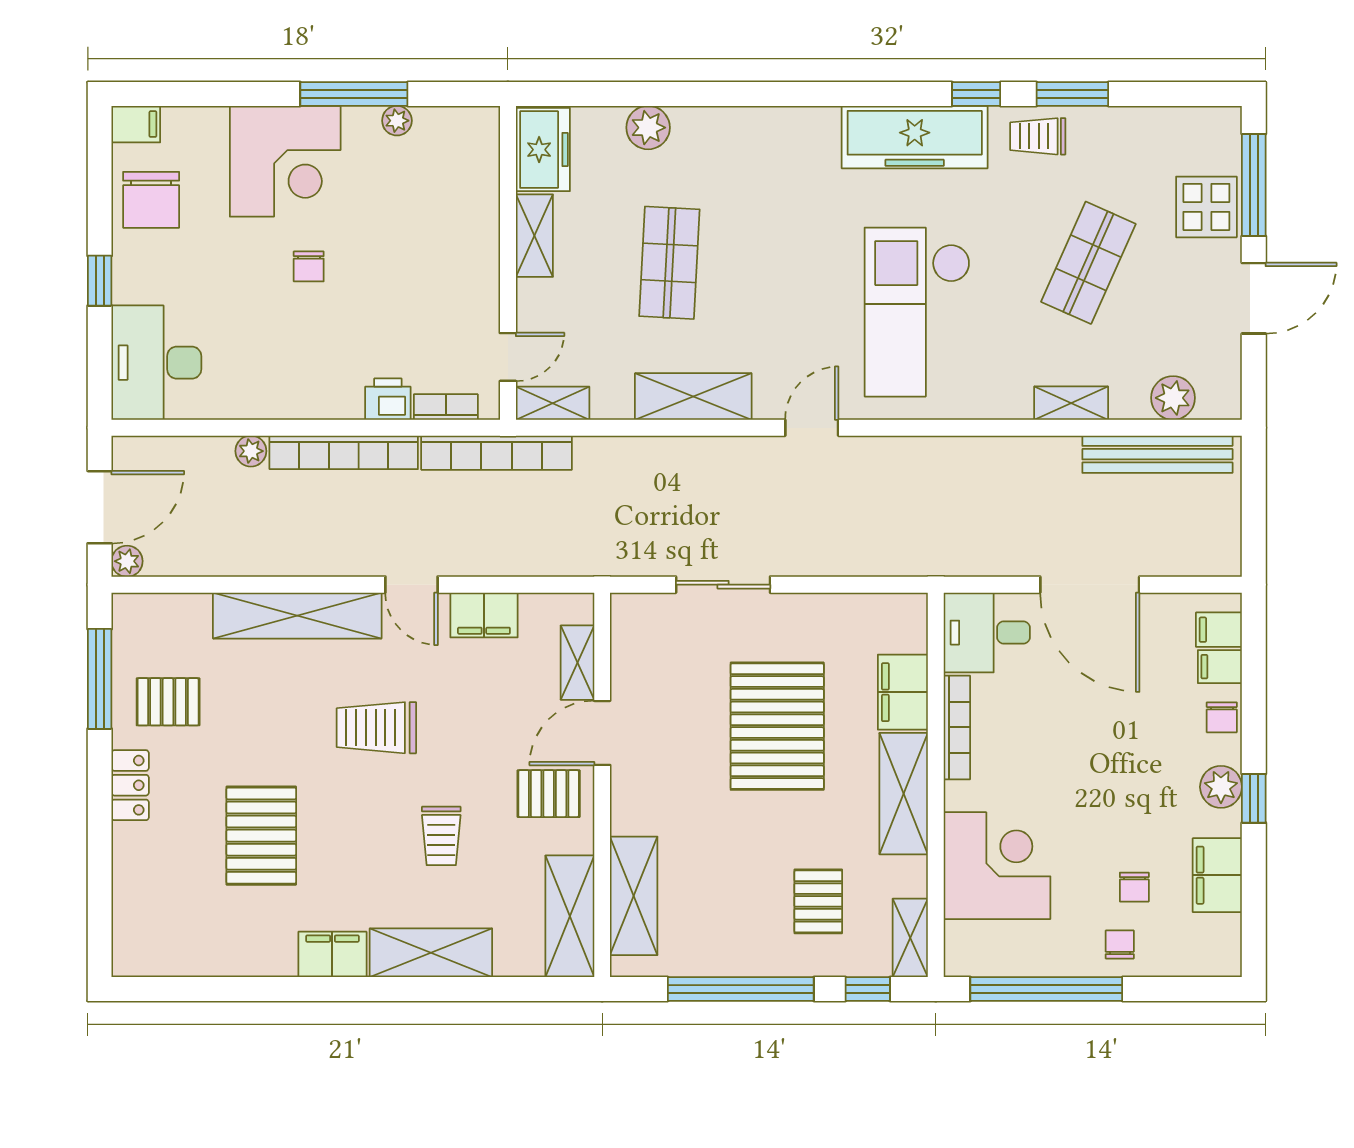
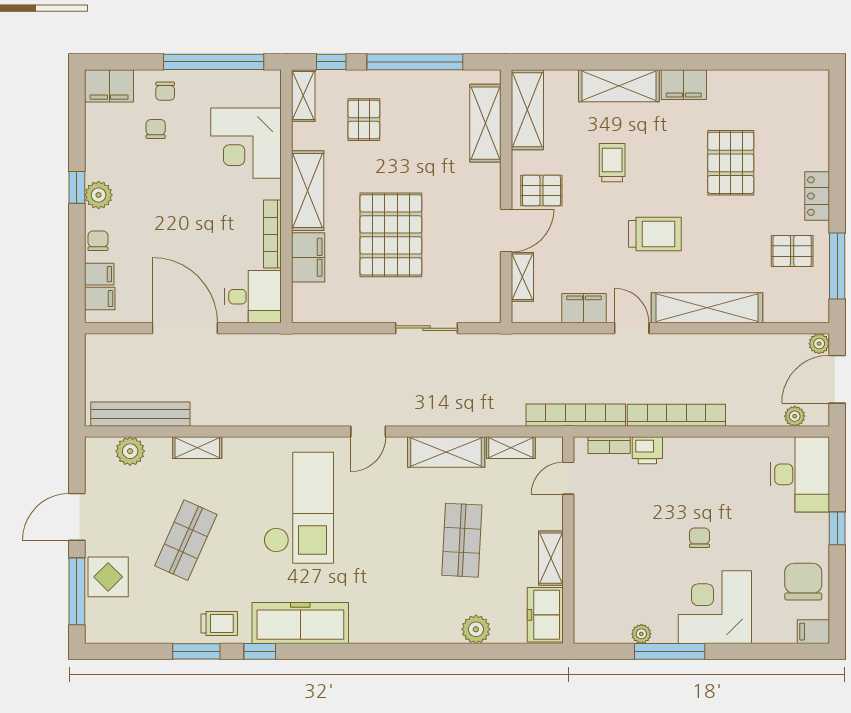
shelving: (553, 403) -> (511, 448), moved
plant: (251, 451) -> (795, 416), moved
filing cabinet: (1217, 875) -> (109, 86), moved, turned 90

